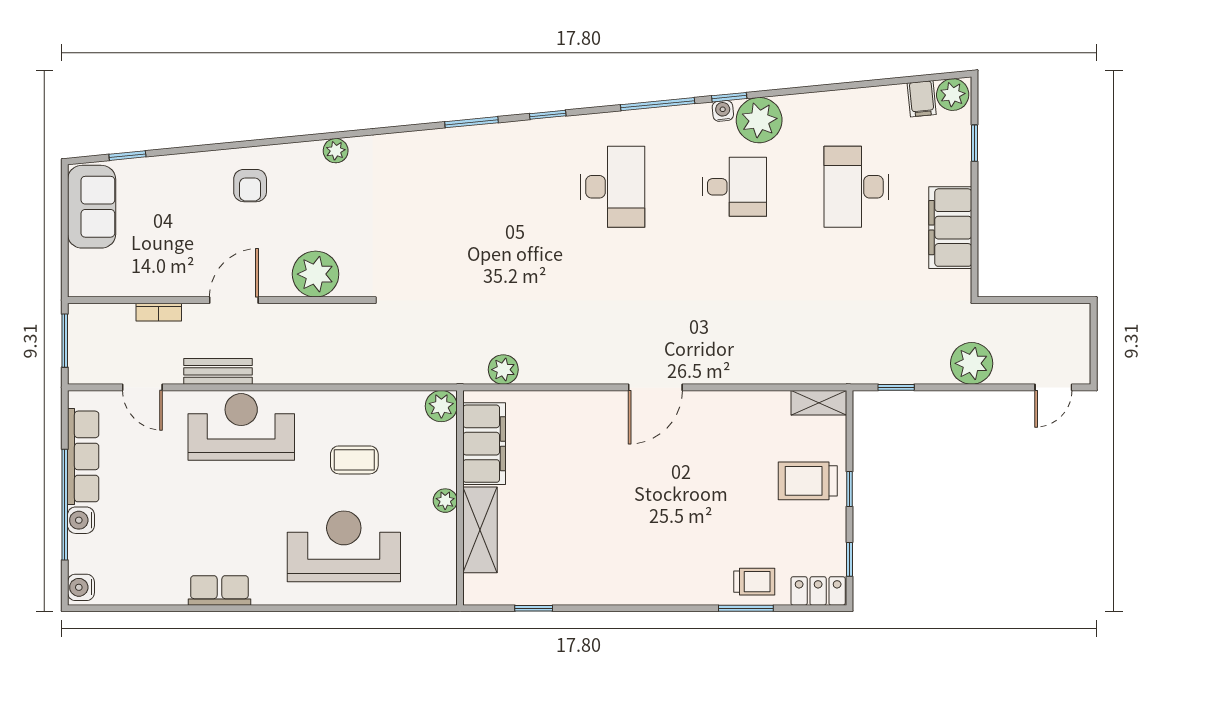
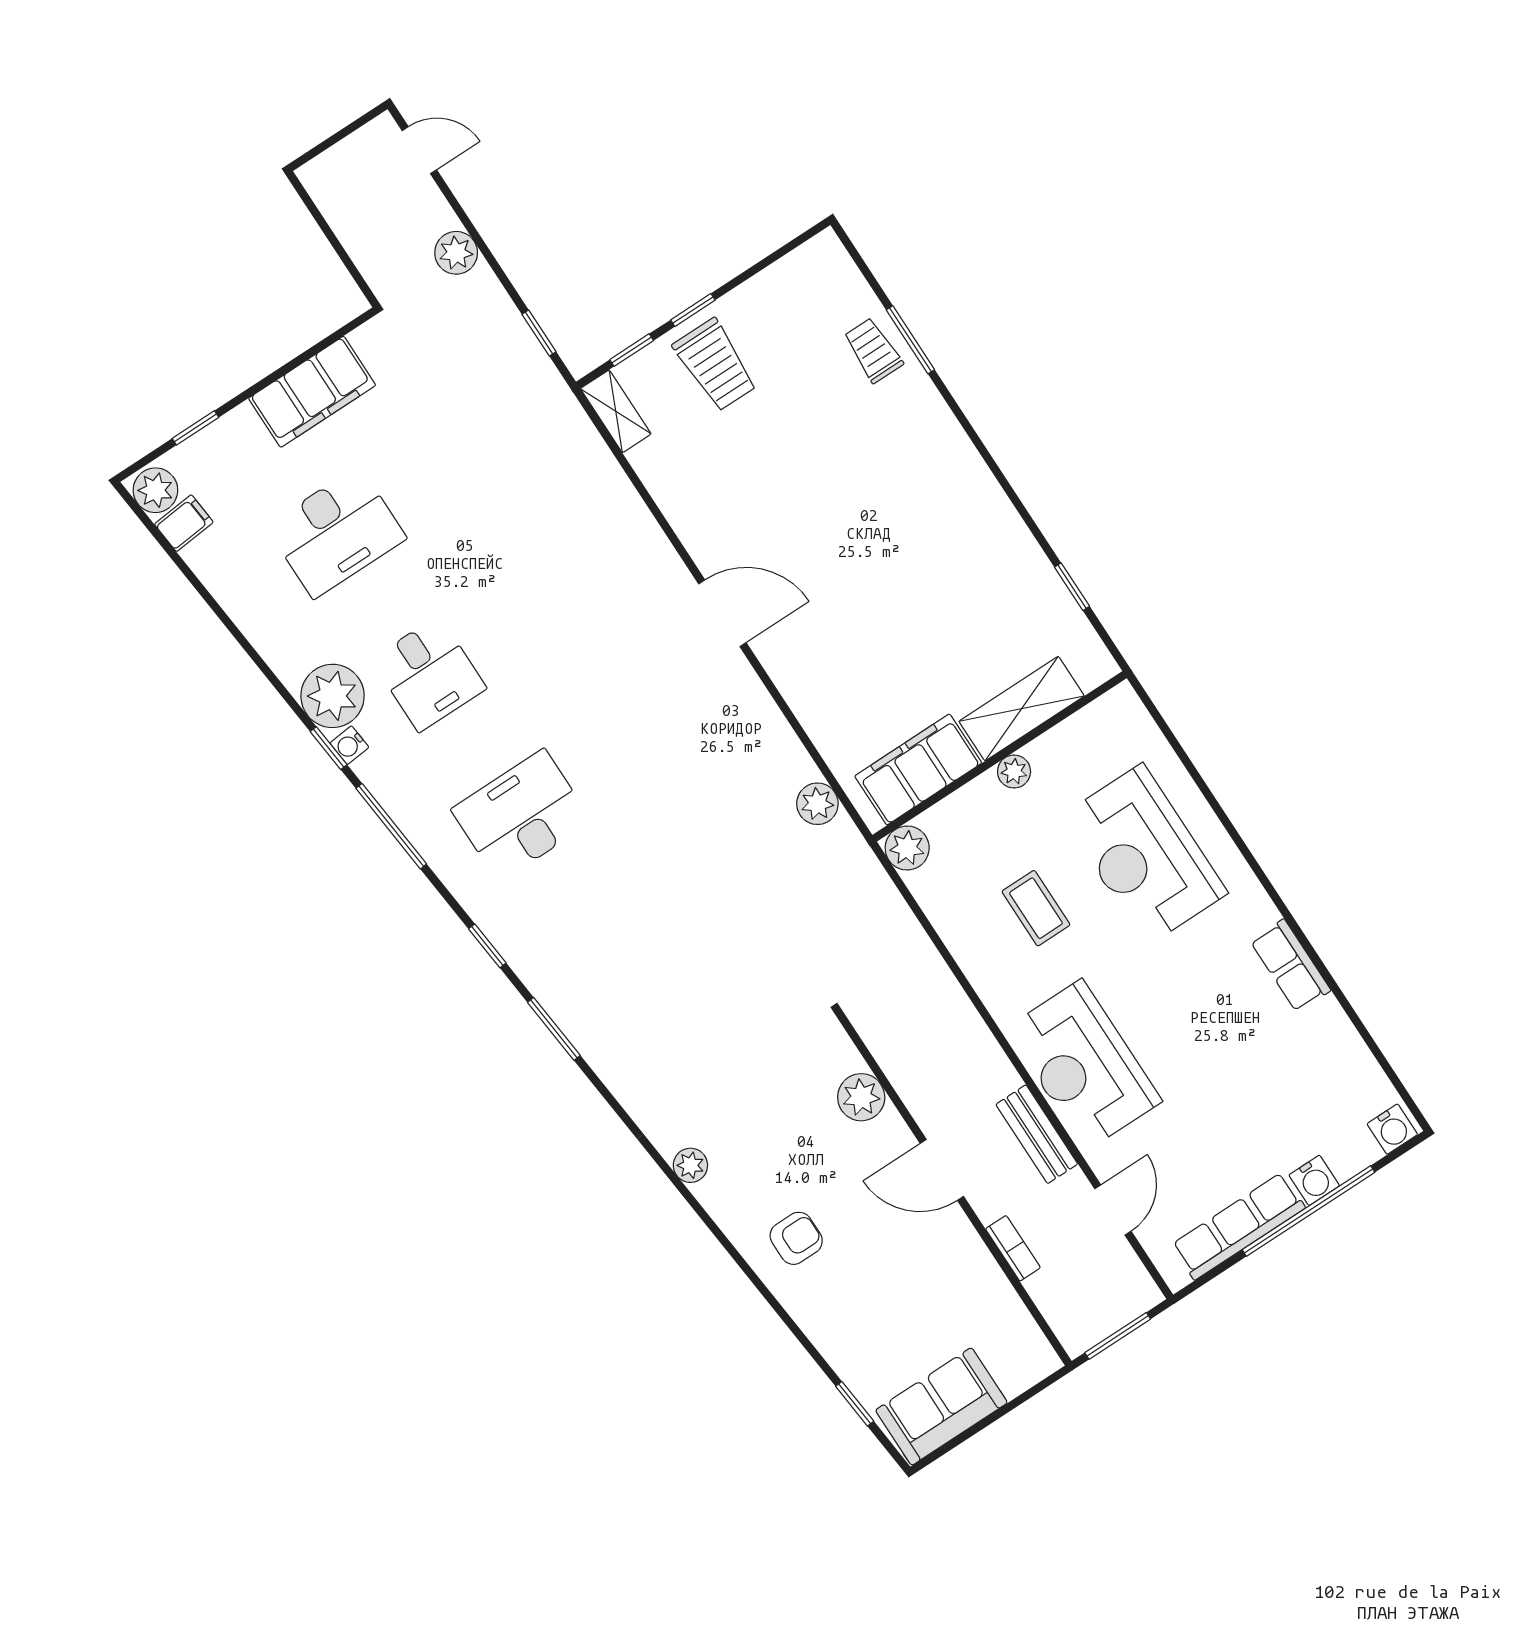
desk: (734, 187) -> (429, 674), turned 180
plant: (316, 274) -> (861, 1097), width x0.73, depth x0.73
plant: (972, 363) -> (456, 253), width x0.73, depth x0.73
window: (849, 559) -> (632, 350), moved
locker: (818, 591) -> (835, 269), removed

